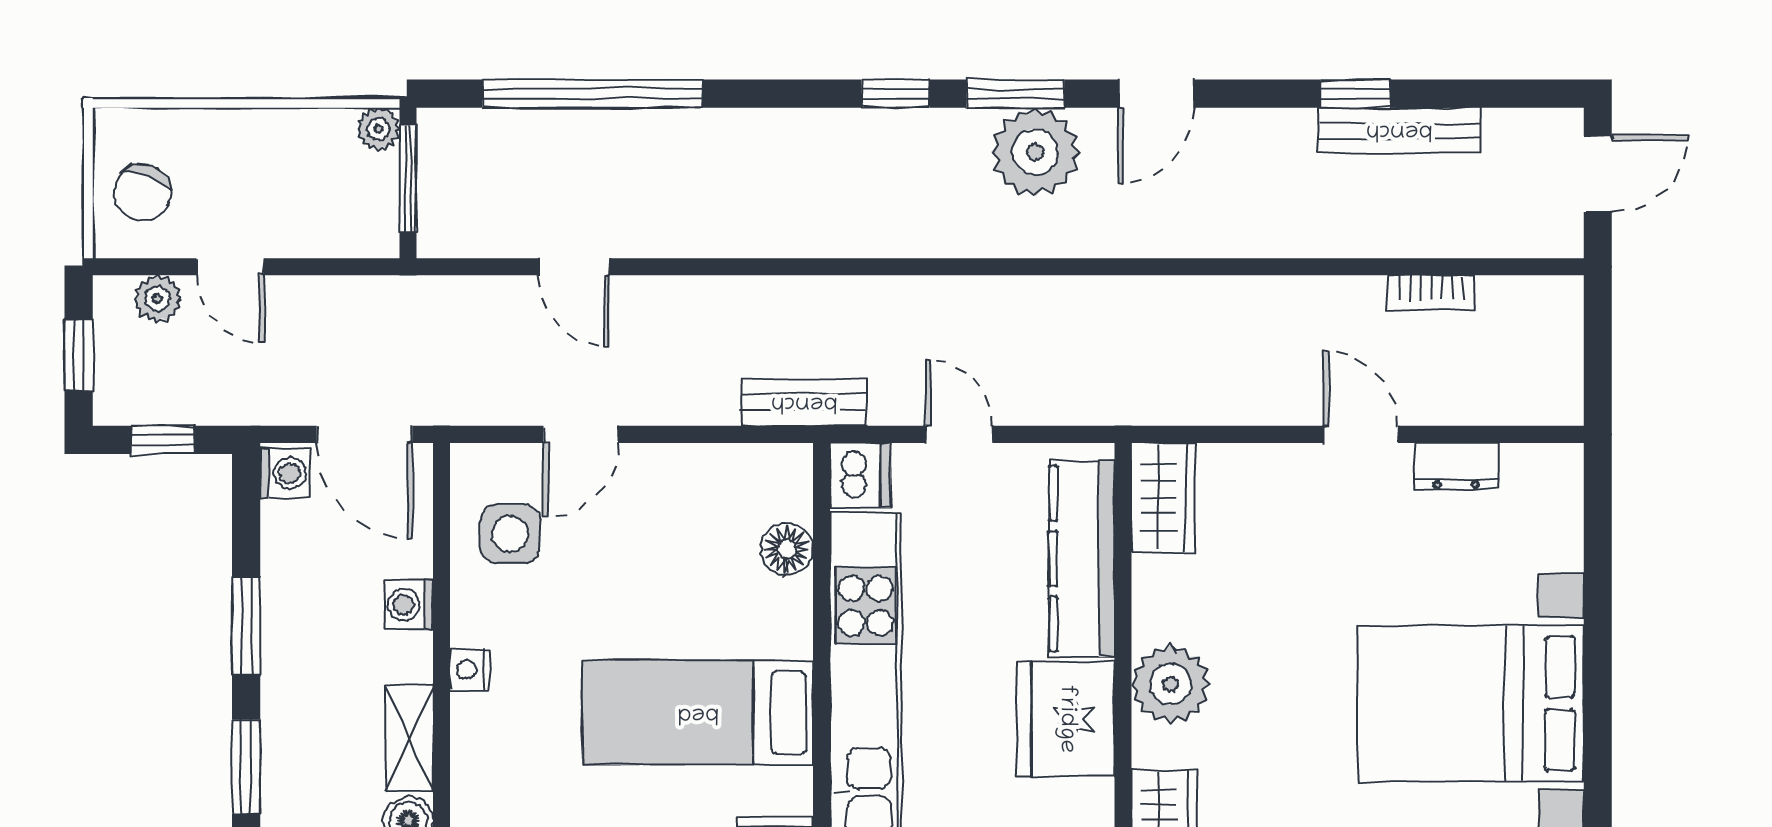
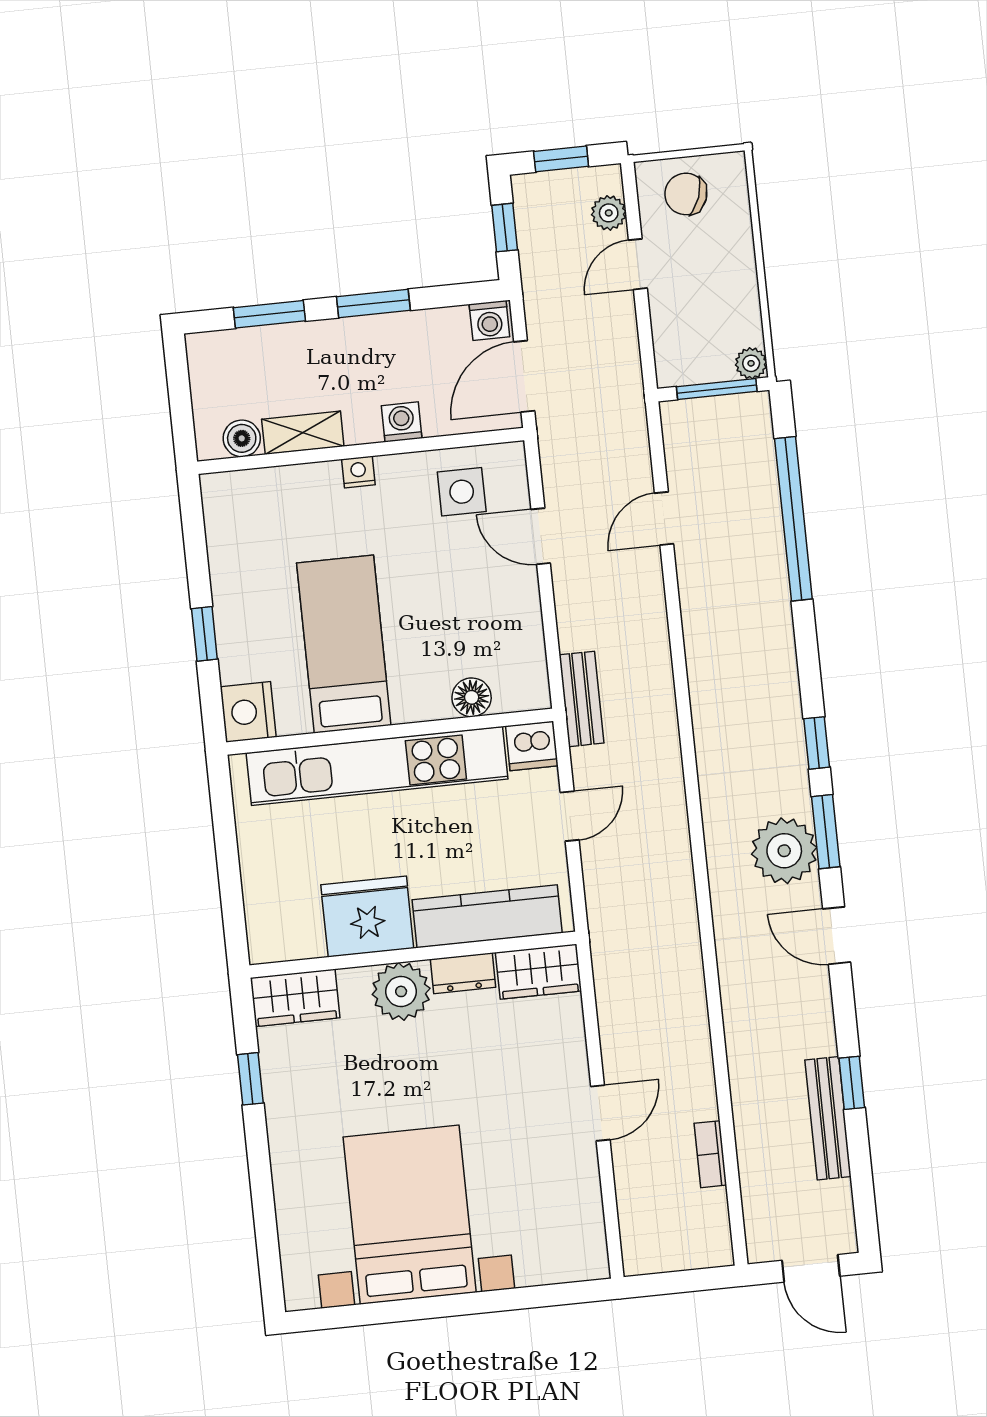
dresser: (1457, 466) -> (463, 973), moved, turned -90

